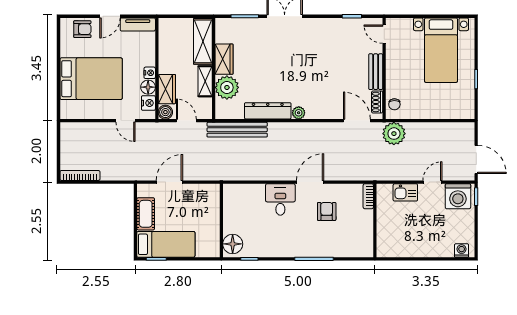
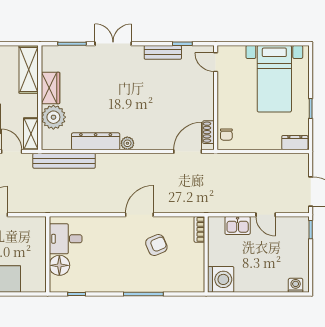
bench: (376, 72) -> (163, 52), moved, turned 90
shelving: (205, 81) -> (31, 134), moved
dresser: (461, 112) -> (295, 143), added
door: (357, 121) -> (188, 151), hinge flipped
plant: (394, 134) -> (226, 165), removed
door: (432, 182) -> (266, 215), swing flipped
washing machine: (458, 196) -> (221, 279), moved, turned -90
desk: (280, 199) -> (66, 239), moved, turned -90
armchair: (327, 211) -> (156, 245), turned 67
floor lamp: (233, 244) -> (59, 265), moved

